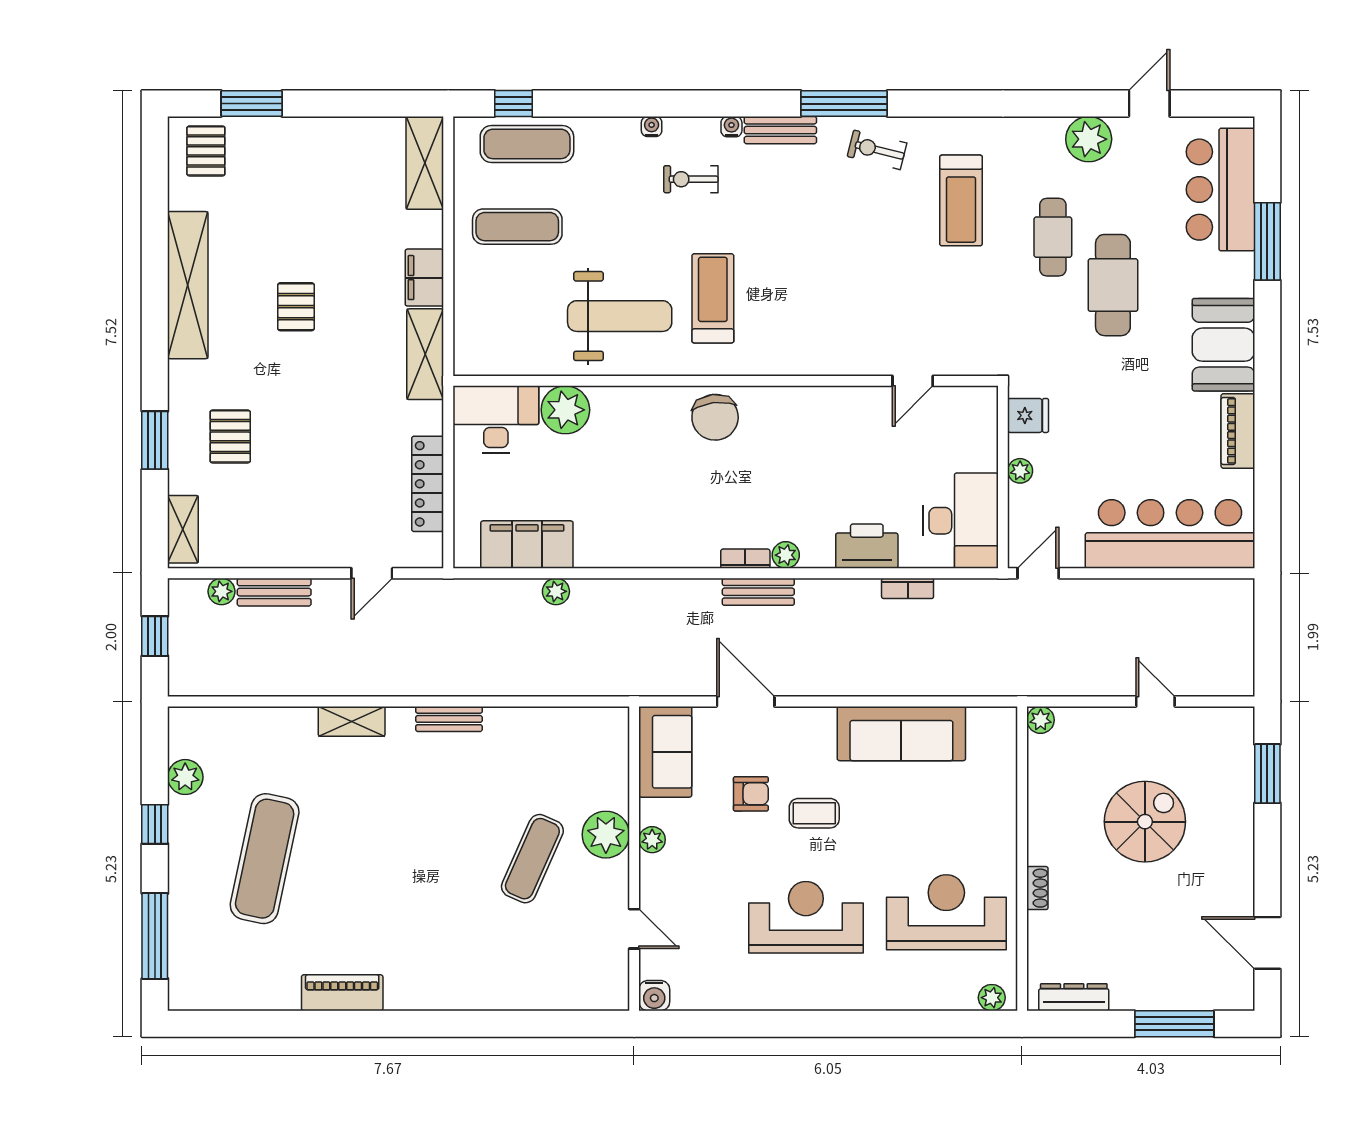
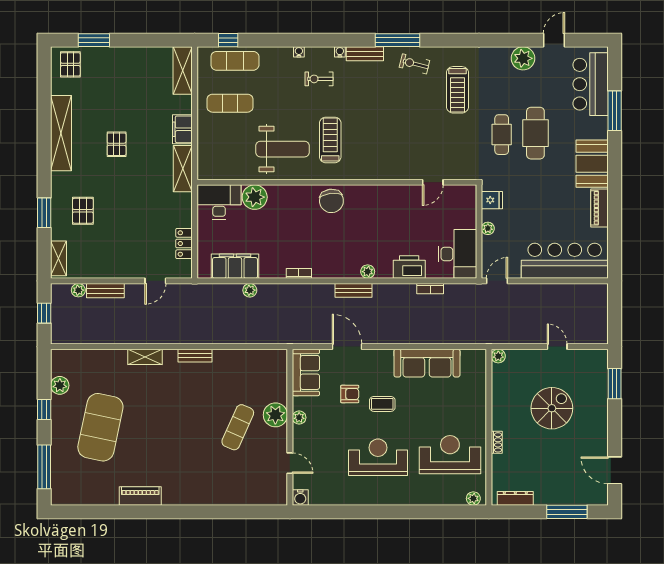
cafe table: (1053, 237) -> (502, 135), moved
locker: (428, 484) -> (184, 244), width x0.66
bookcase: (745, 559) -> (299, 273), moved
exercise mat: (265, 859) -> (100, 427), width x1.47

